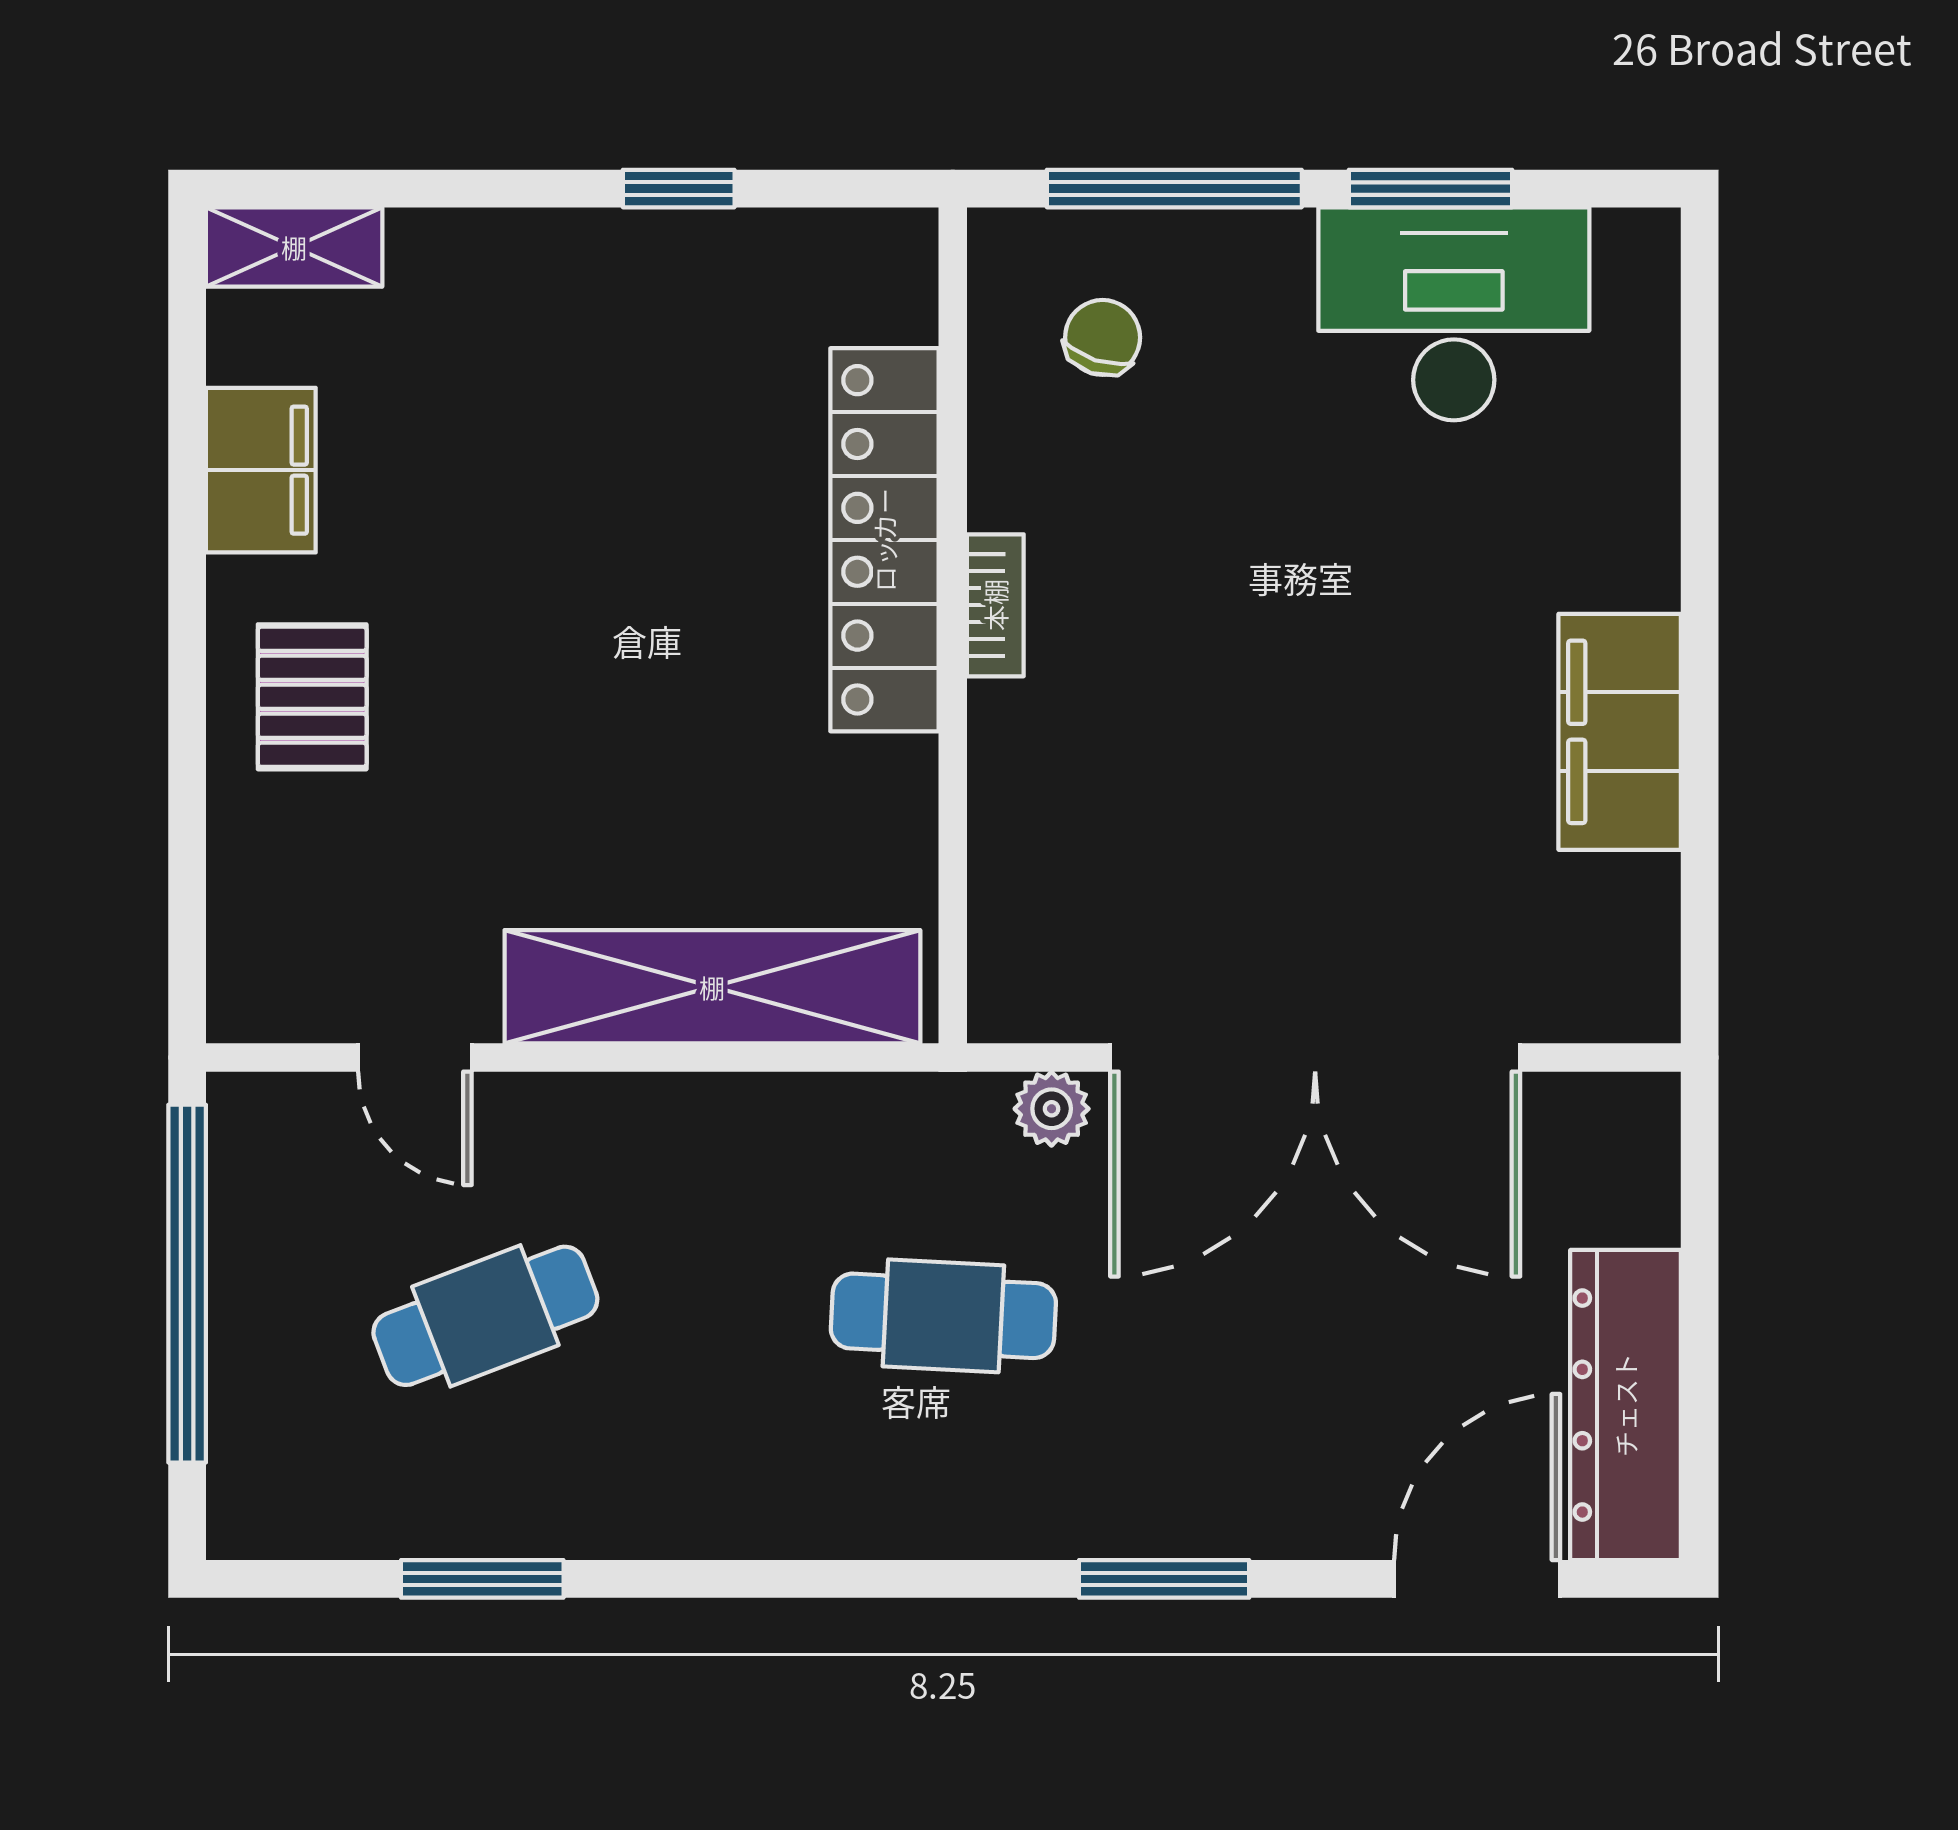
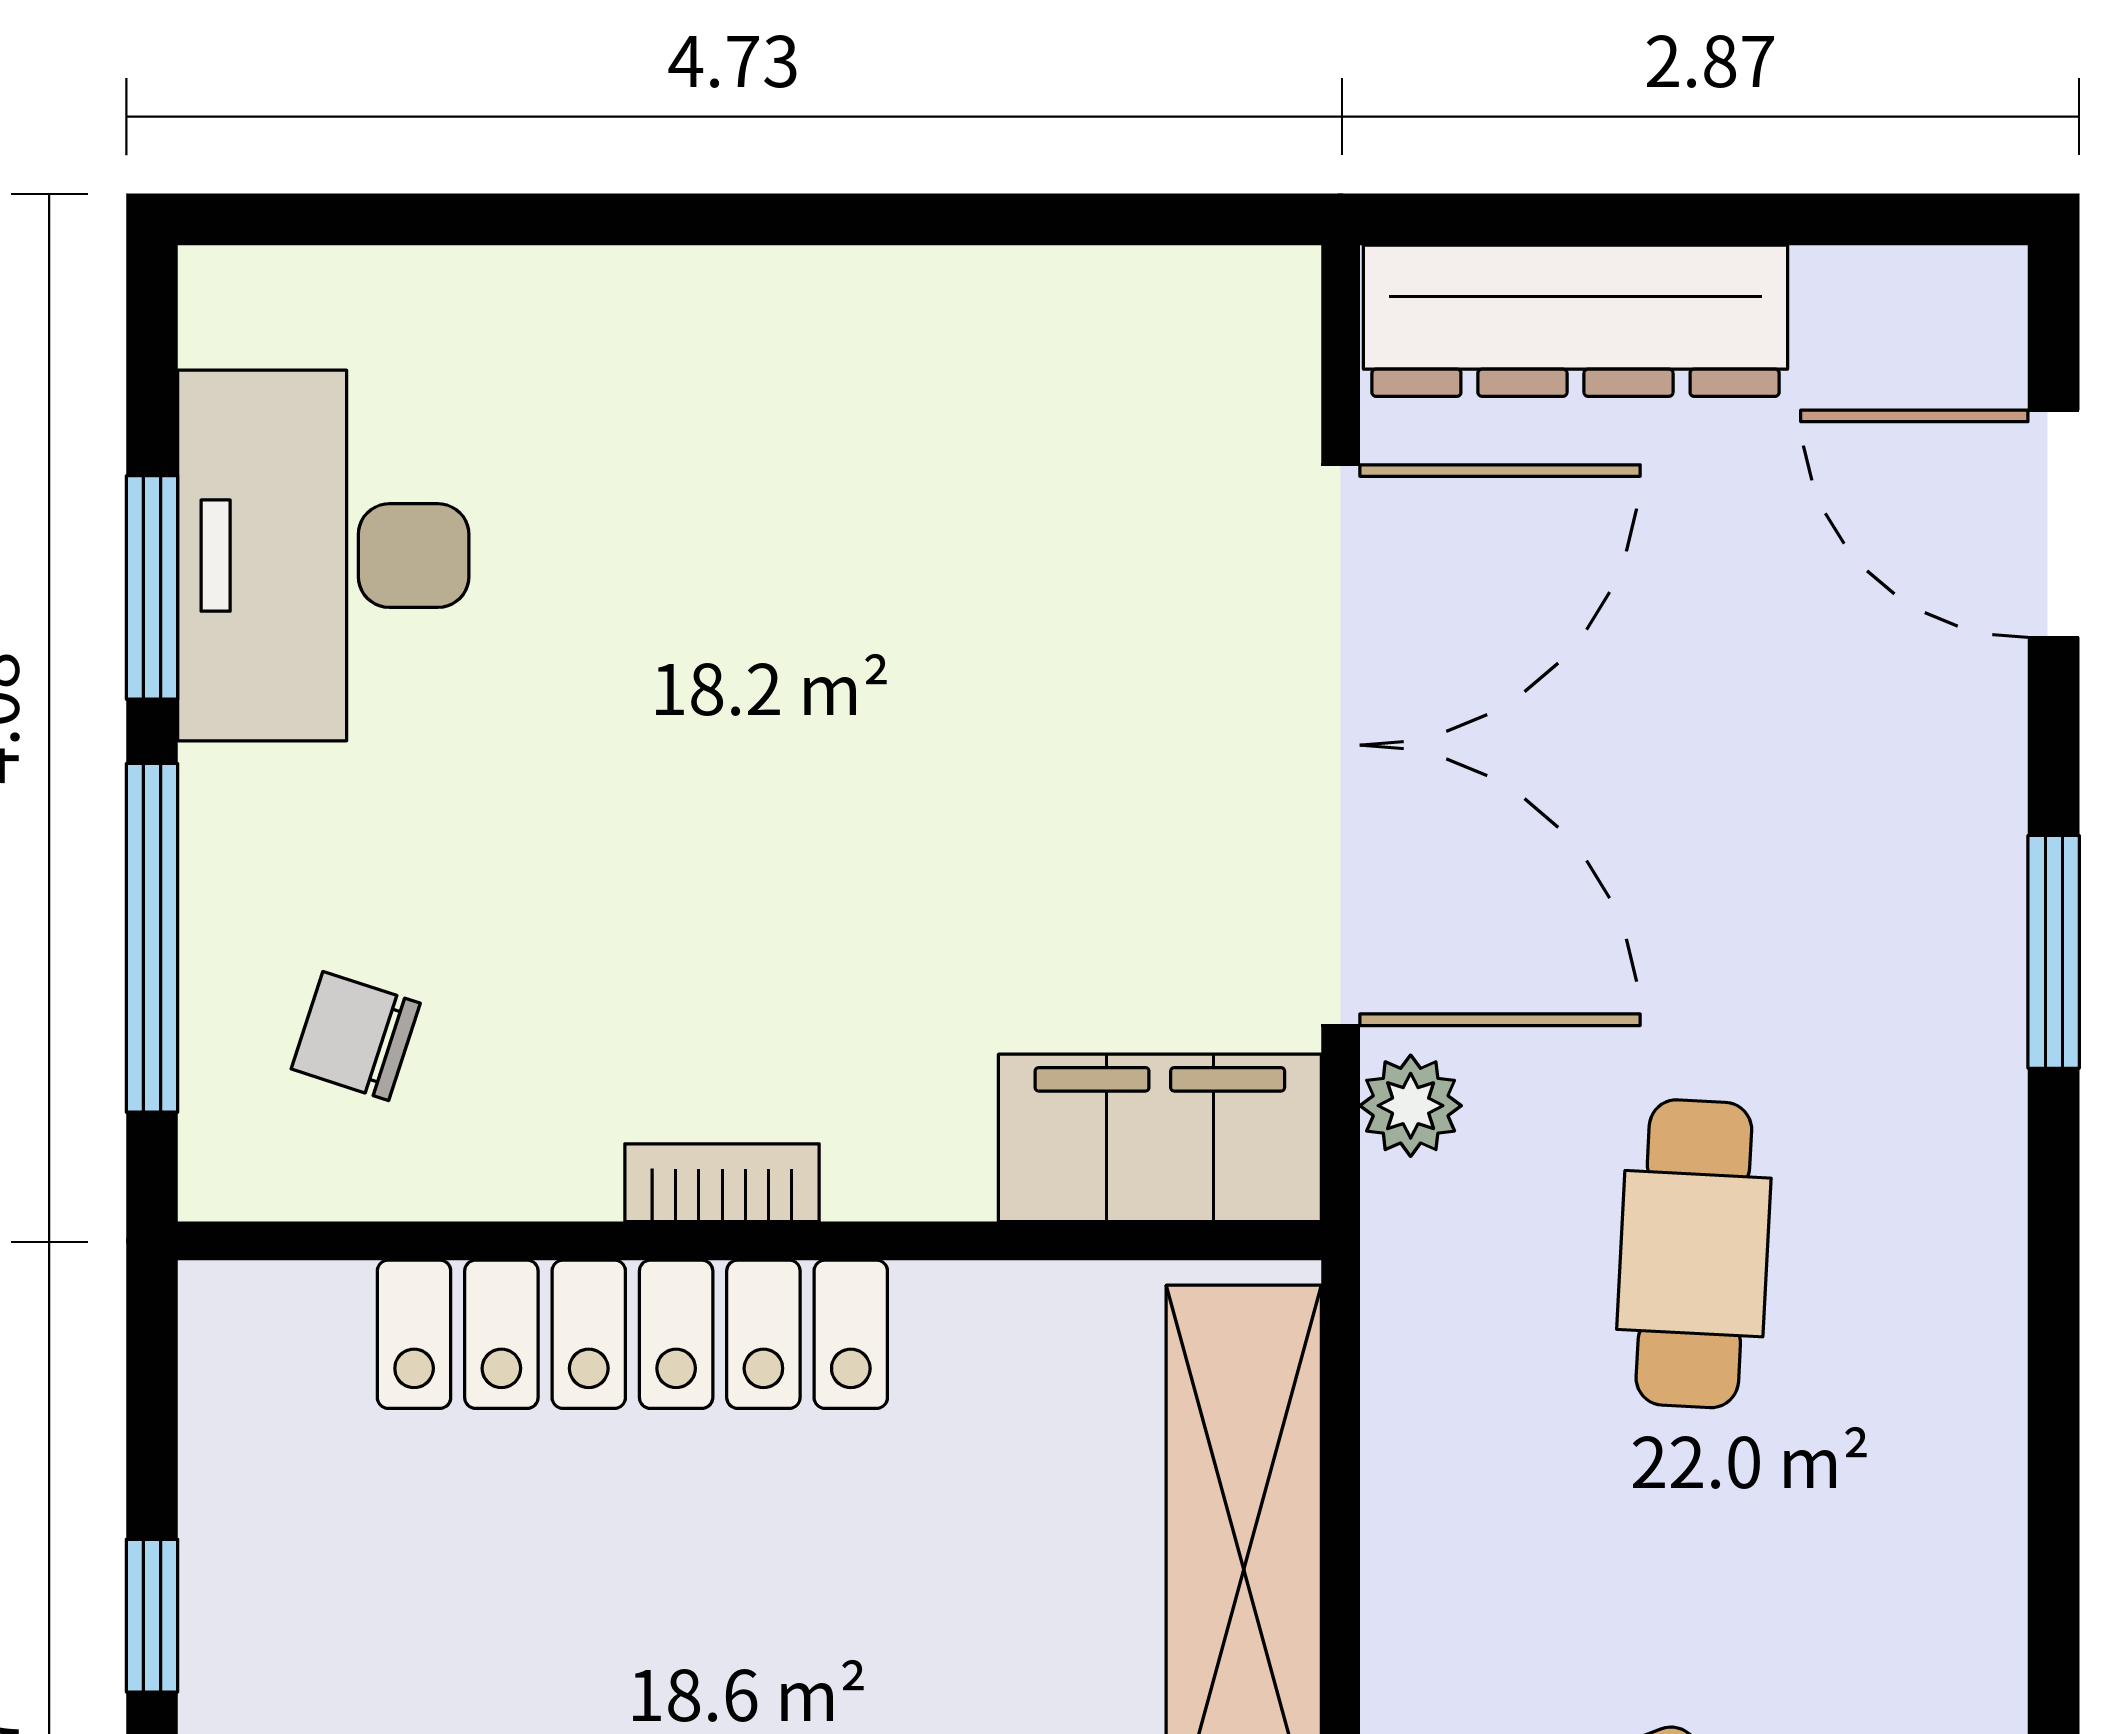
filing cabinet: (1620, 732) -> (1160, 1138), moved, turned 180
dresser: (1625, 1405) -> (1575, 321), moved

